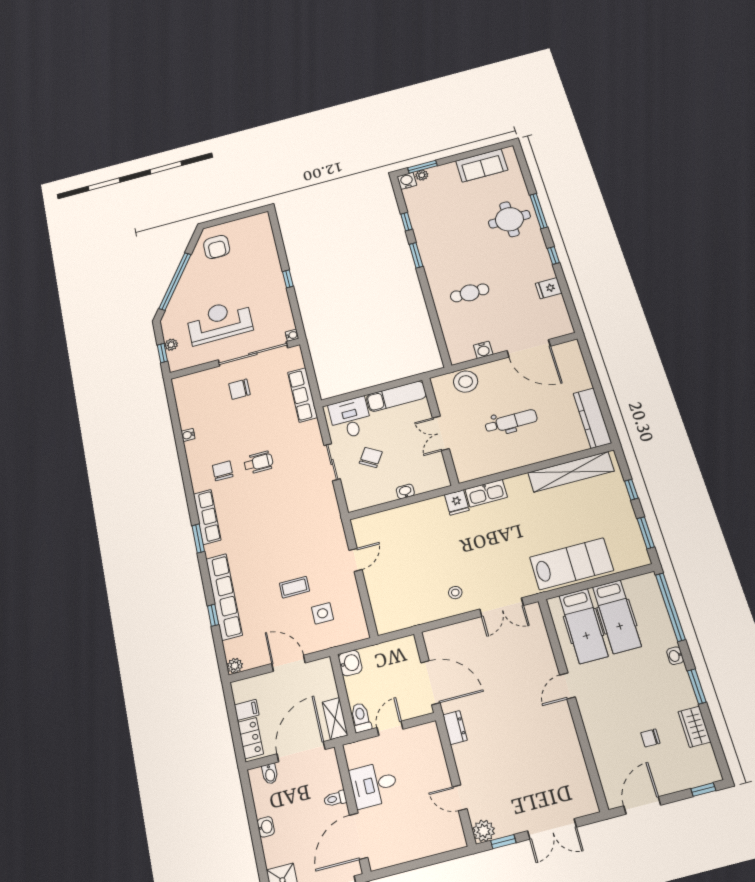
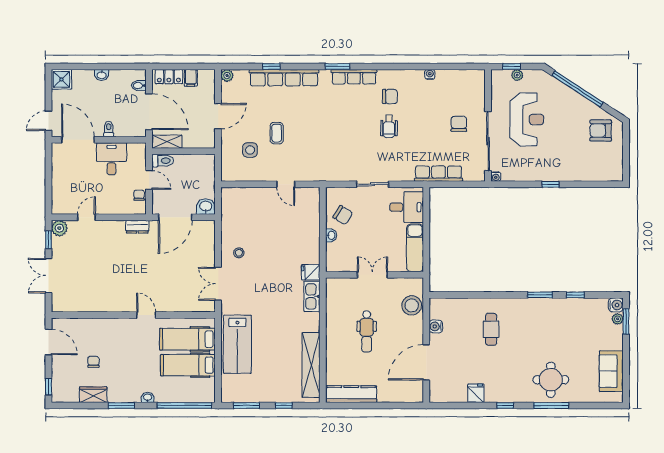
chair: (371, 457) -> (343, 215), moved
washbasin: (350, 663) -> (206, 207), moved, turned 180
chair: (413, 736) -> (139, 195), added

